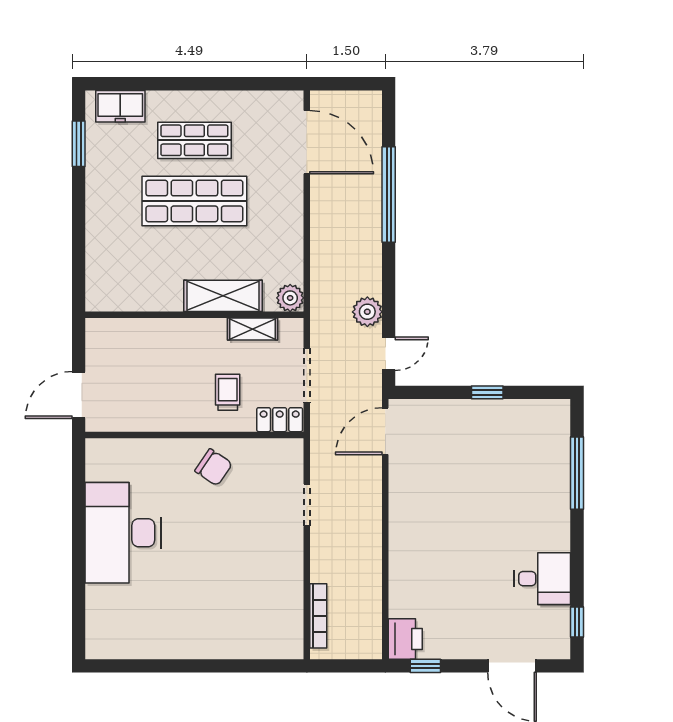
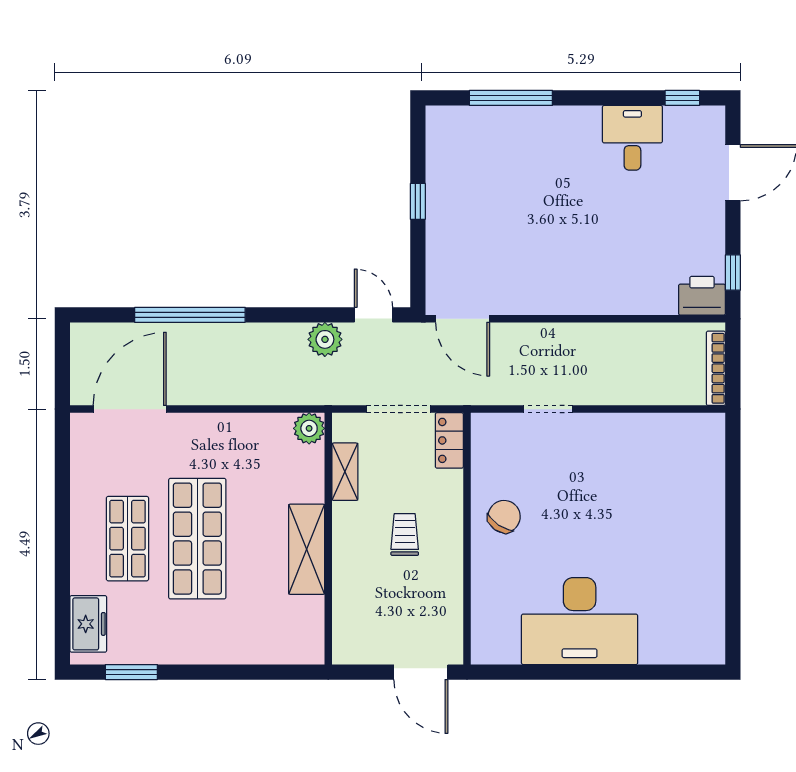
shelving: (223, 296) -> (307, 549), moved
trolley: (228, 392) -> (405, 534), moved, turned 90
bookcase: (318, 616) -> (716, 368), moved, turned -90

